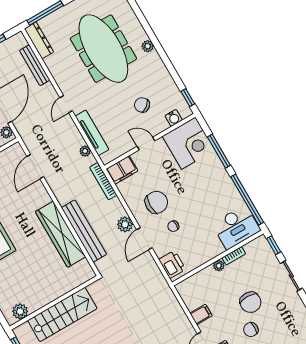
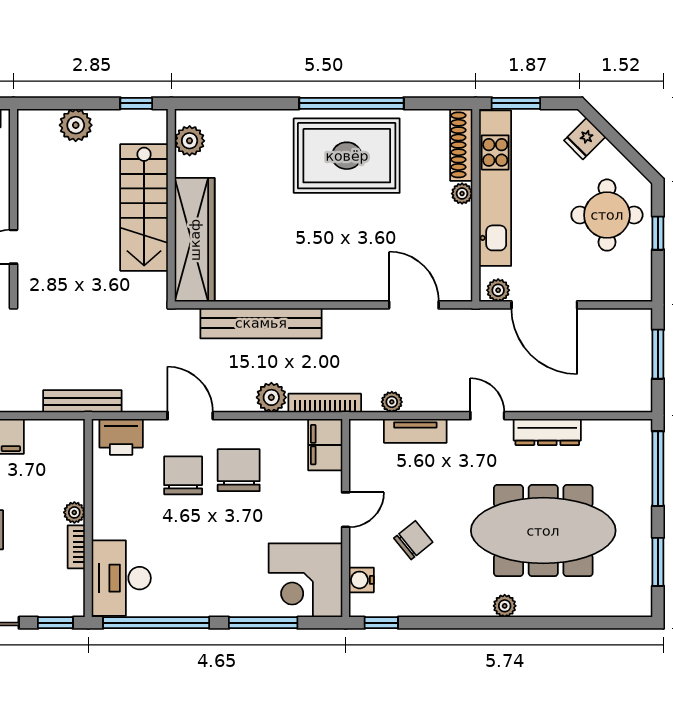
dresser: (39, 40) -> (547, 432), moved
bench: (35, 65) -> (82, 401), moved
tv unit: (92, 133) -> (415, 431), width x0.71
chair: (156, 202) -> (239, 470), turned 180
plant: (125, 224) -> (271, 397), moved
chair: (173, 226) -> (183, 475), width x1.87, depth x1.87
wardrobe: (61, 234) -> (195, 240), moved, turned 90

